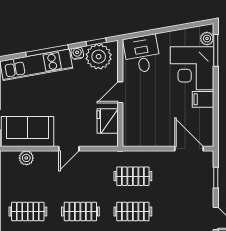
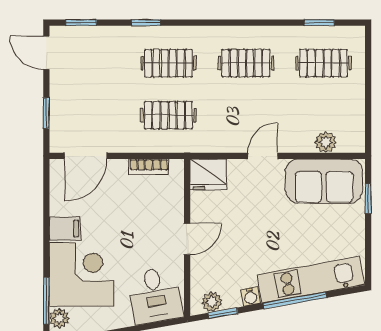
plant: (99, 57) -> (212, 302), width x0.53, depth x0.53
fridge: (108, 121) -> (208, 174), moved, turned 90
bookcase: (146, 141) -> (149, 167), added
door: (189, 149) -> (86, 156), hinge flipped

